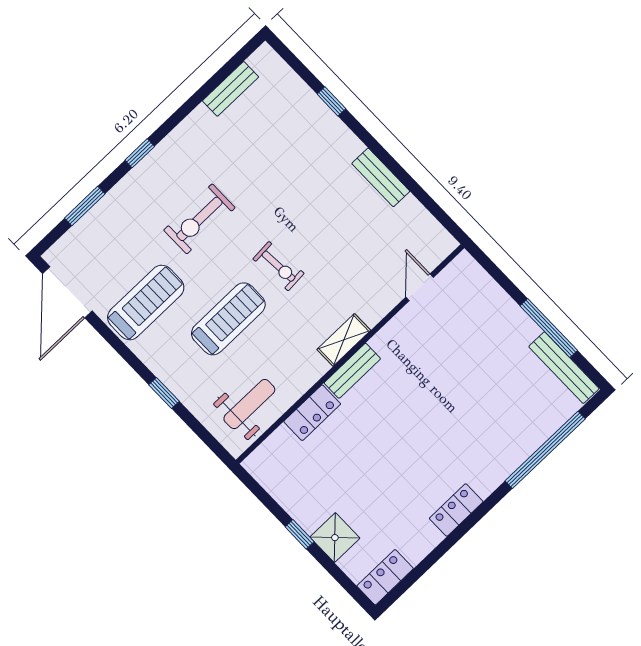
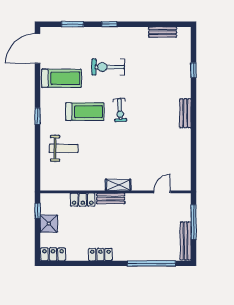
door: (420, 287) -> (162, 192), moved
shelving: (344, 340) -> (118, 185), moved
wall: (350, 354) -> (116, 192), moved
bench: (352, 371) -> (111, 199), moved
locker: (312, 413) -> (83, 200), moved

